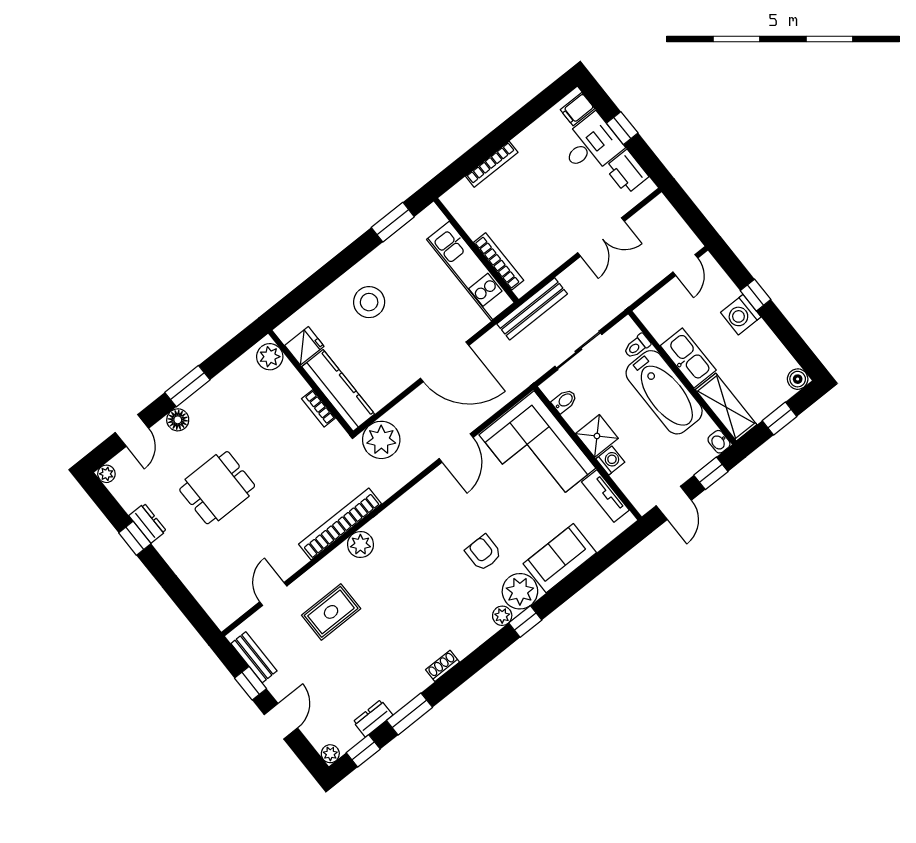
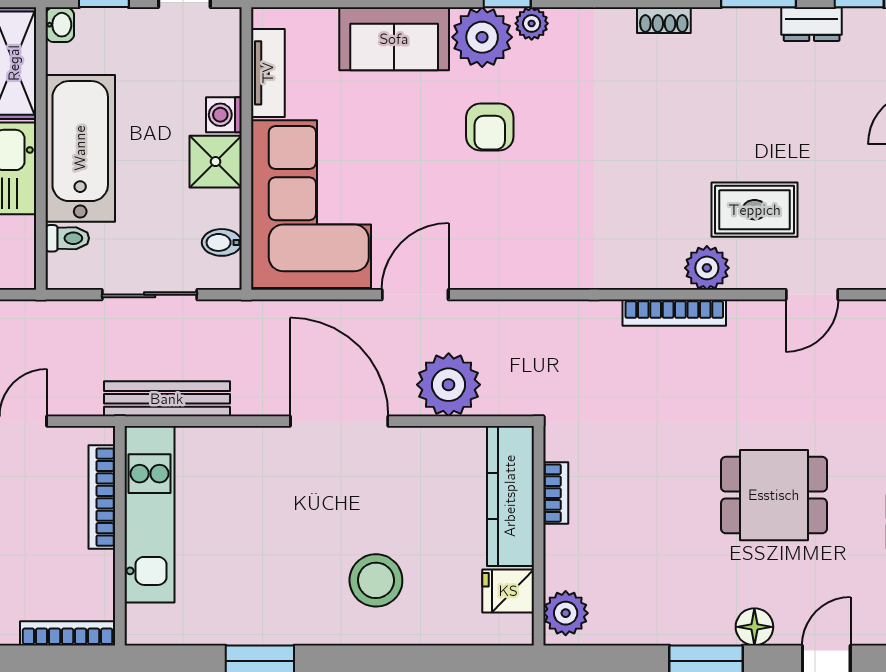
wall: (476, 250) -> (120, 536), moved
bookcase: (499, 261) -> (102, 497), moved
kitchen unit: (470, 271) -> (150, 514), moved
plant: (381, 440) -> (449, 385), moved
bookcase: (340, 524) -> (674, 313), width x0.68, depth x0.76
plant: (360, 545) -> (707, 268), moved

